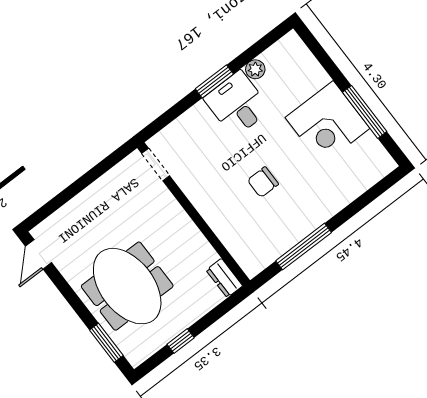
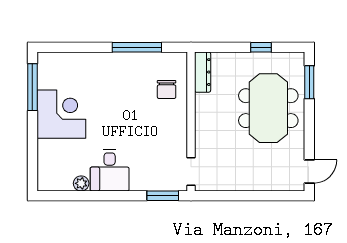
window: (214, 81) -> (163, 196), moved
window: (365, 112) -> (32, 87), moved
chair: (263, 182) -> (167, 89), moved, turned 90
dresser: (224, 278) -> (203, 72), width x1.44

